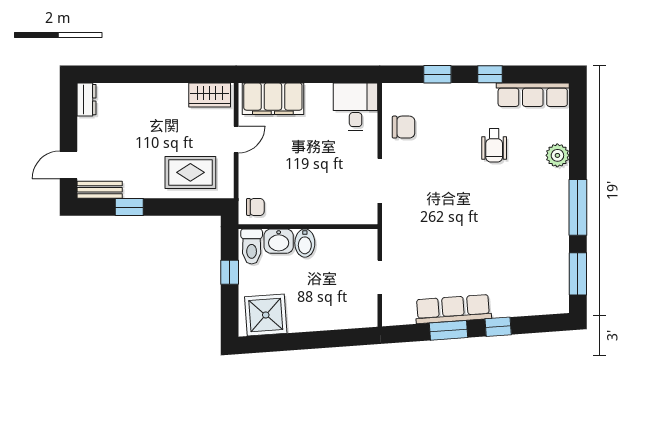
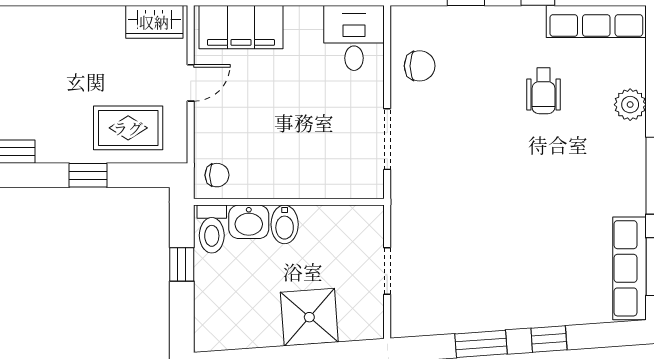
window: (129, 207) -> (88, 175), moved
row of seats: (453, 309) -> (630, 268), moved, turned -86
shower: (266, 315) -> (309, 317), moved

